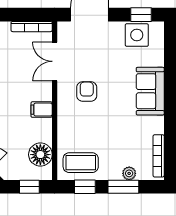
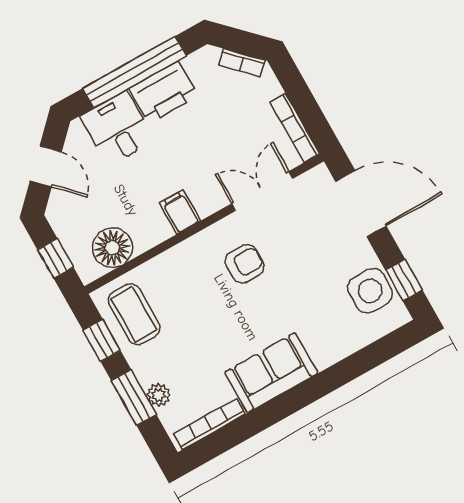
sofa: (150, 91) -> (271, 373), moved

